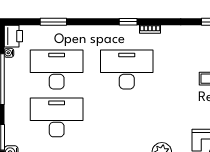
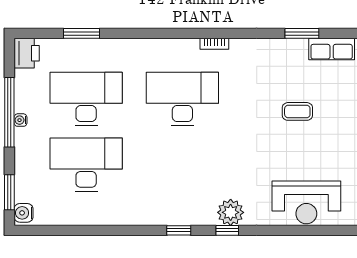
window: (128, 22) -> (184, 33), removed
water cooler: (9, 53) -> (21, 120), moved

